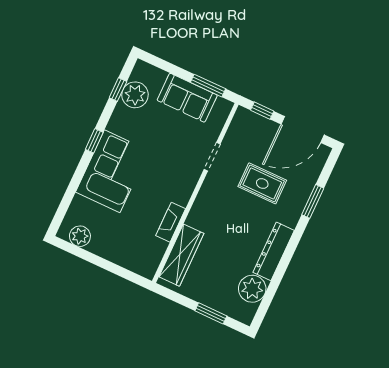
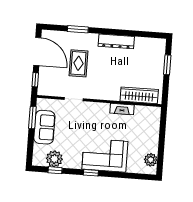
plant: (252, 289) -> (143, 46), removed

